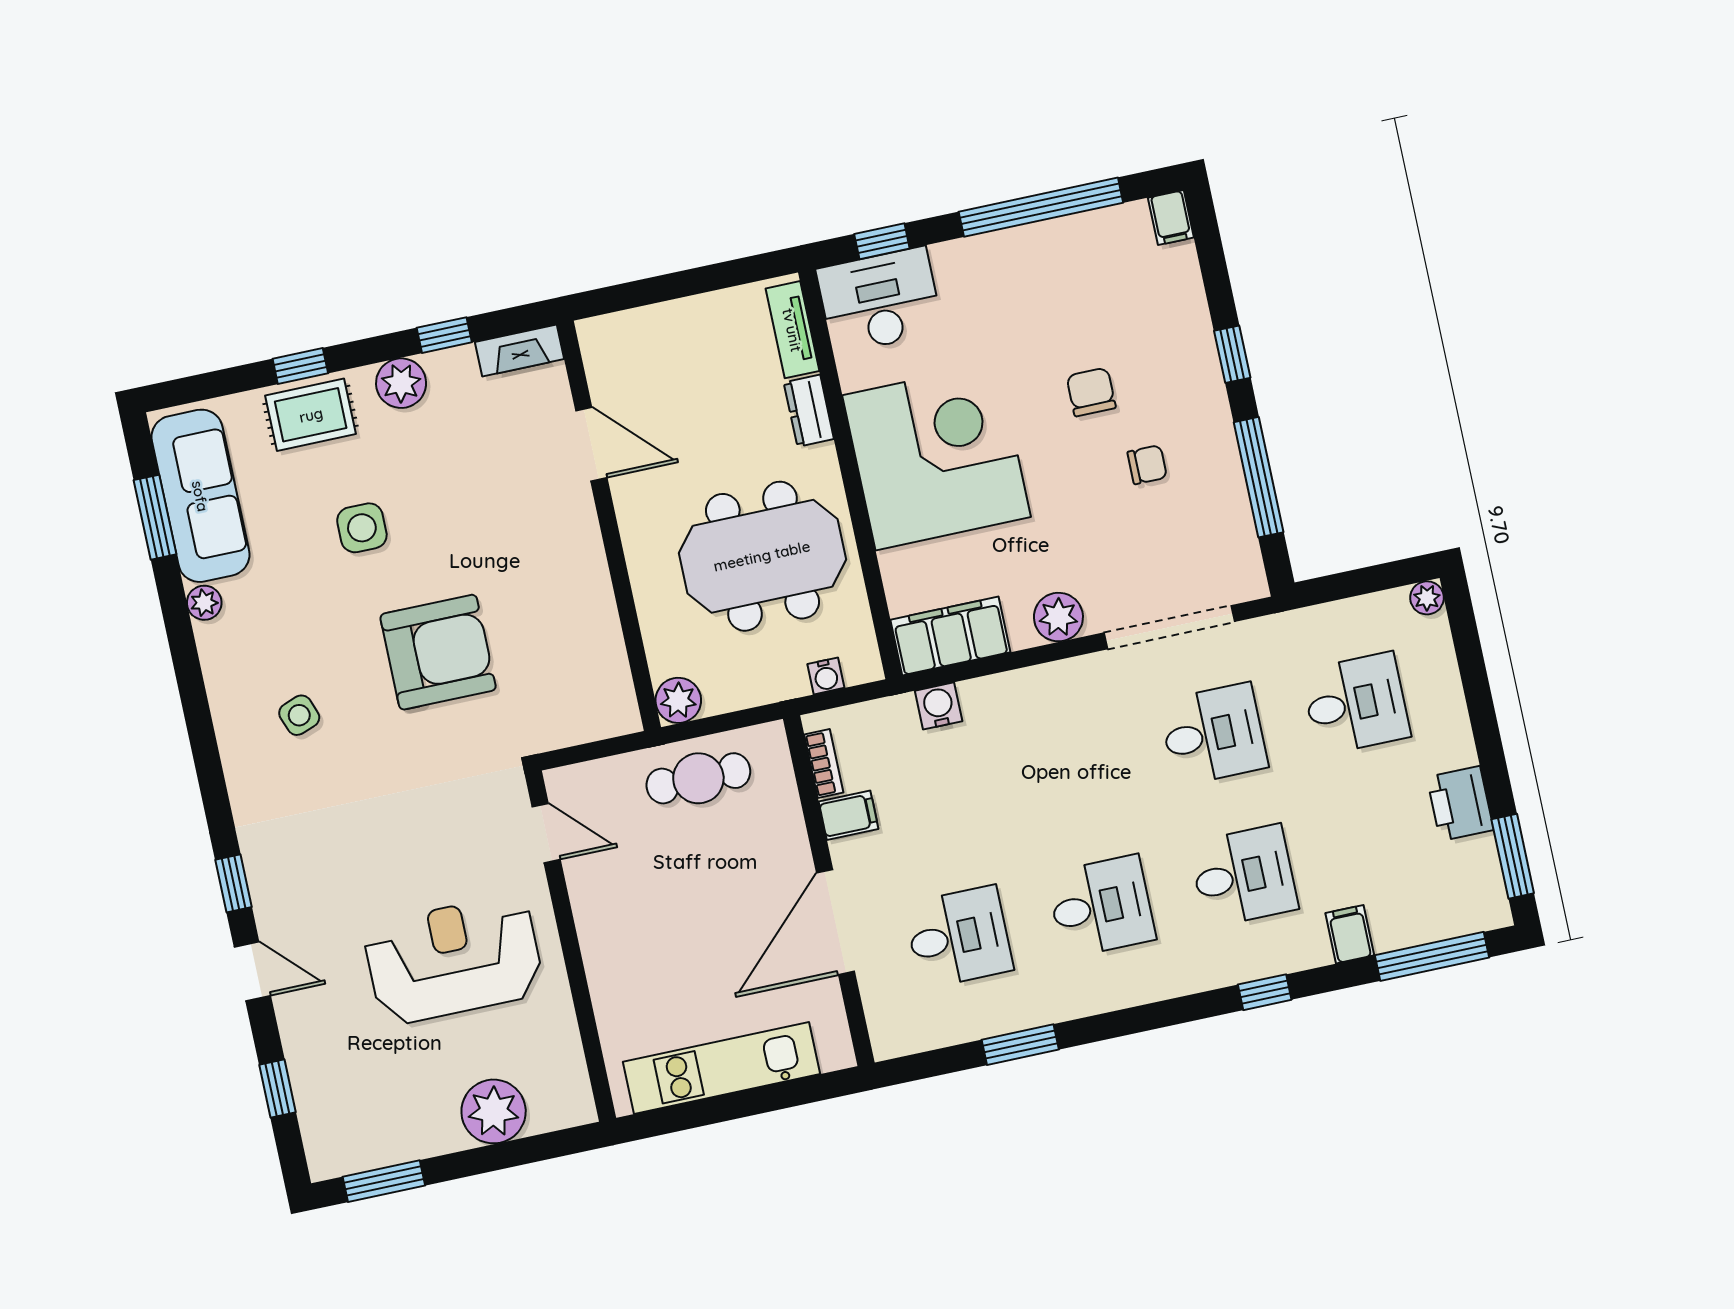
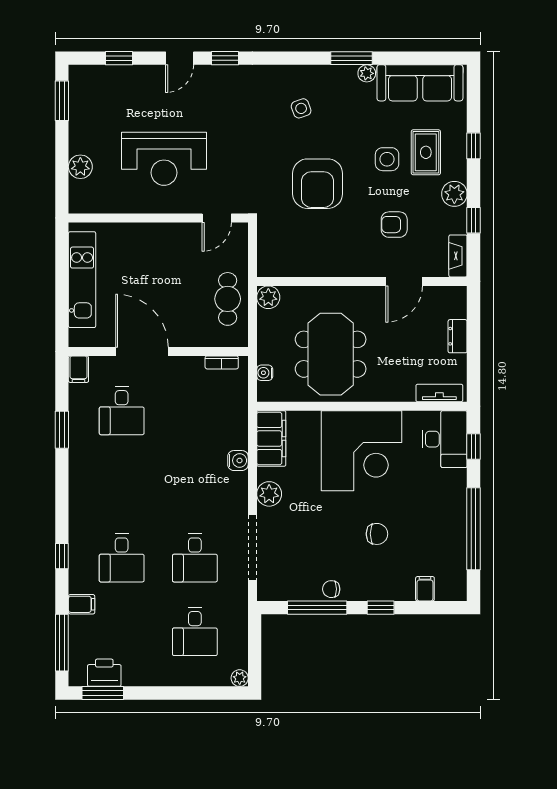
filing cabinet: (1171, 218) -> (425, 589), moved, turned 90
dresser: (809, 411) -> (458, 336), moved, turned -90
rug: (311, 415) -> (426, 152), moved
chair: (1147, 465) -> (331, 589), moved, turned 90
armchair: (485, 487) -> (394, 225), added
window: (155, 517) -> (352, 58), moved
water cooler: (939, 706) -> (238, 461), moved
printer: (1460, 804) -> (104, 673), moved
filing cabinet: (849, 815) -> (78, 369), moved
desk: (1101, 906) -> (122, 484), removed
reception desk: (454, 960) -> (164, 159), turned 90
plant: (494, 1111) -> (80, 167), width x0.73, depth x0.73

